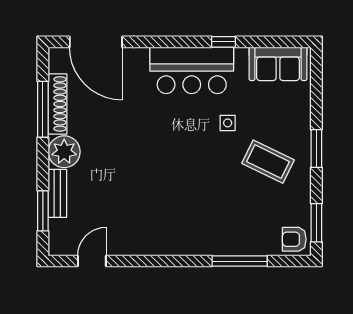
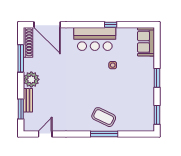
sofa: (278, 64) -> (146, 42), moved, turned 90
shoe rack: (57, 104) -> (28, 42), moved
coffee table: (268, 162) -> (104, 117), moved
armchair: (294, 239) -> (146, 123), removed
window: (240, 261) -> (104, 134), moved

